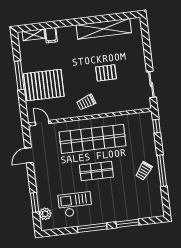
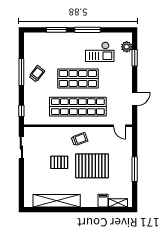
pallet: (44, 85) -> (92, 166), moved
shop shelf: (96, 171) -> (78, 79), width x1.43, depth x1.36

